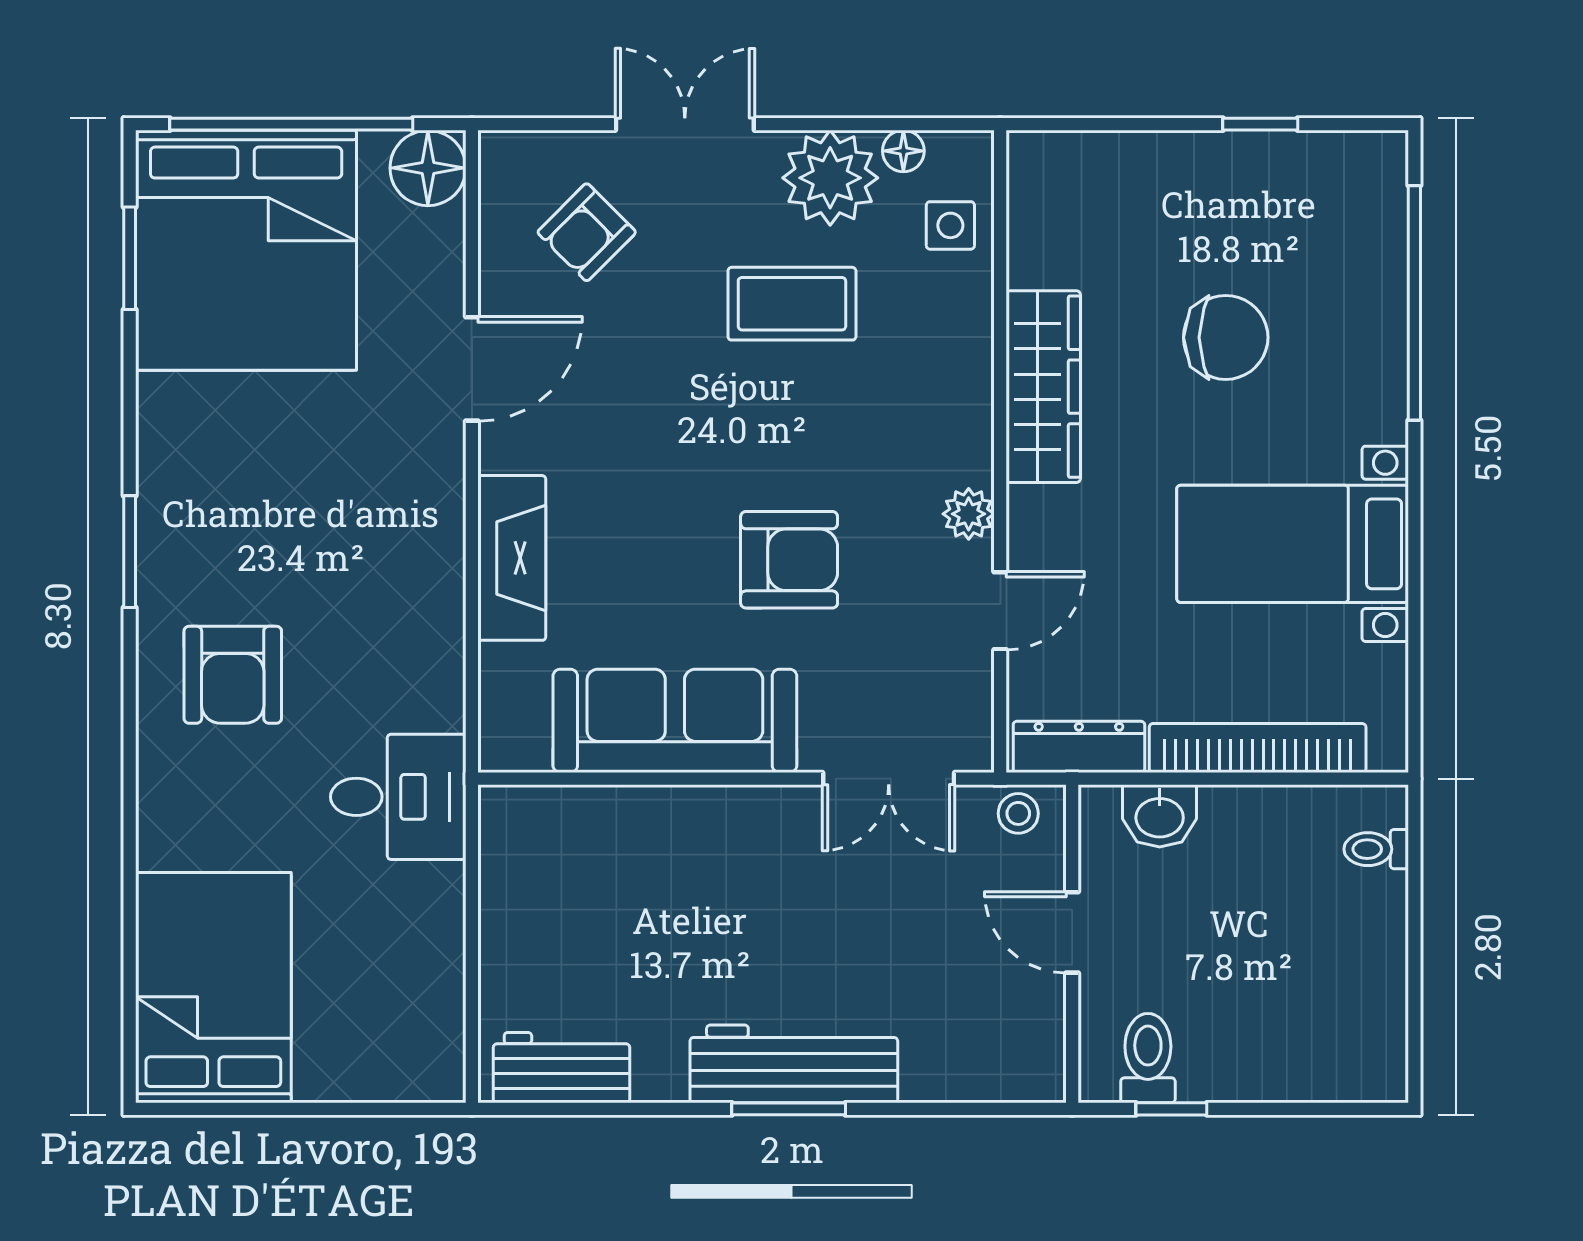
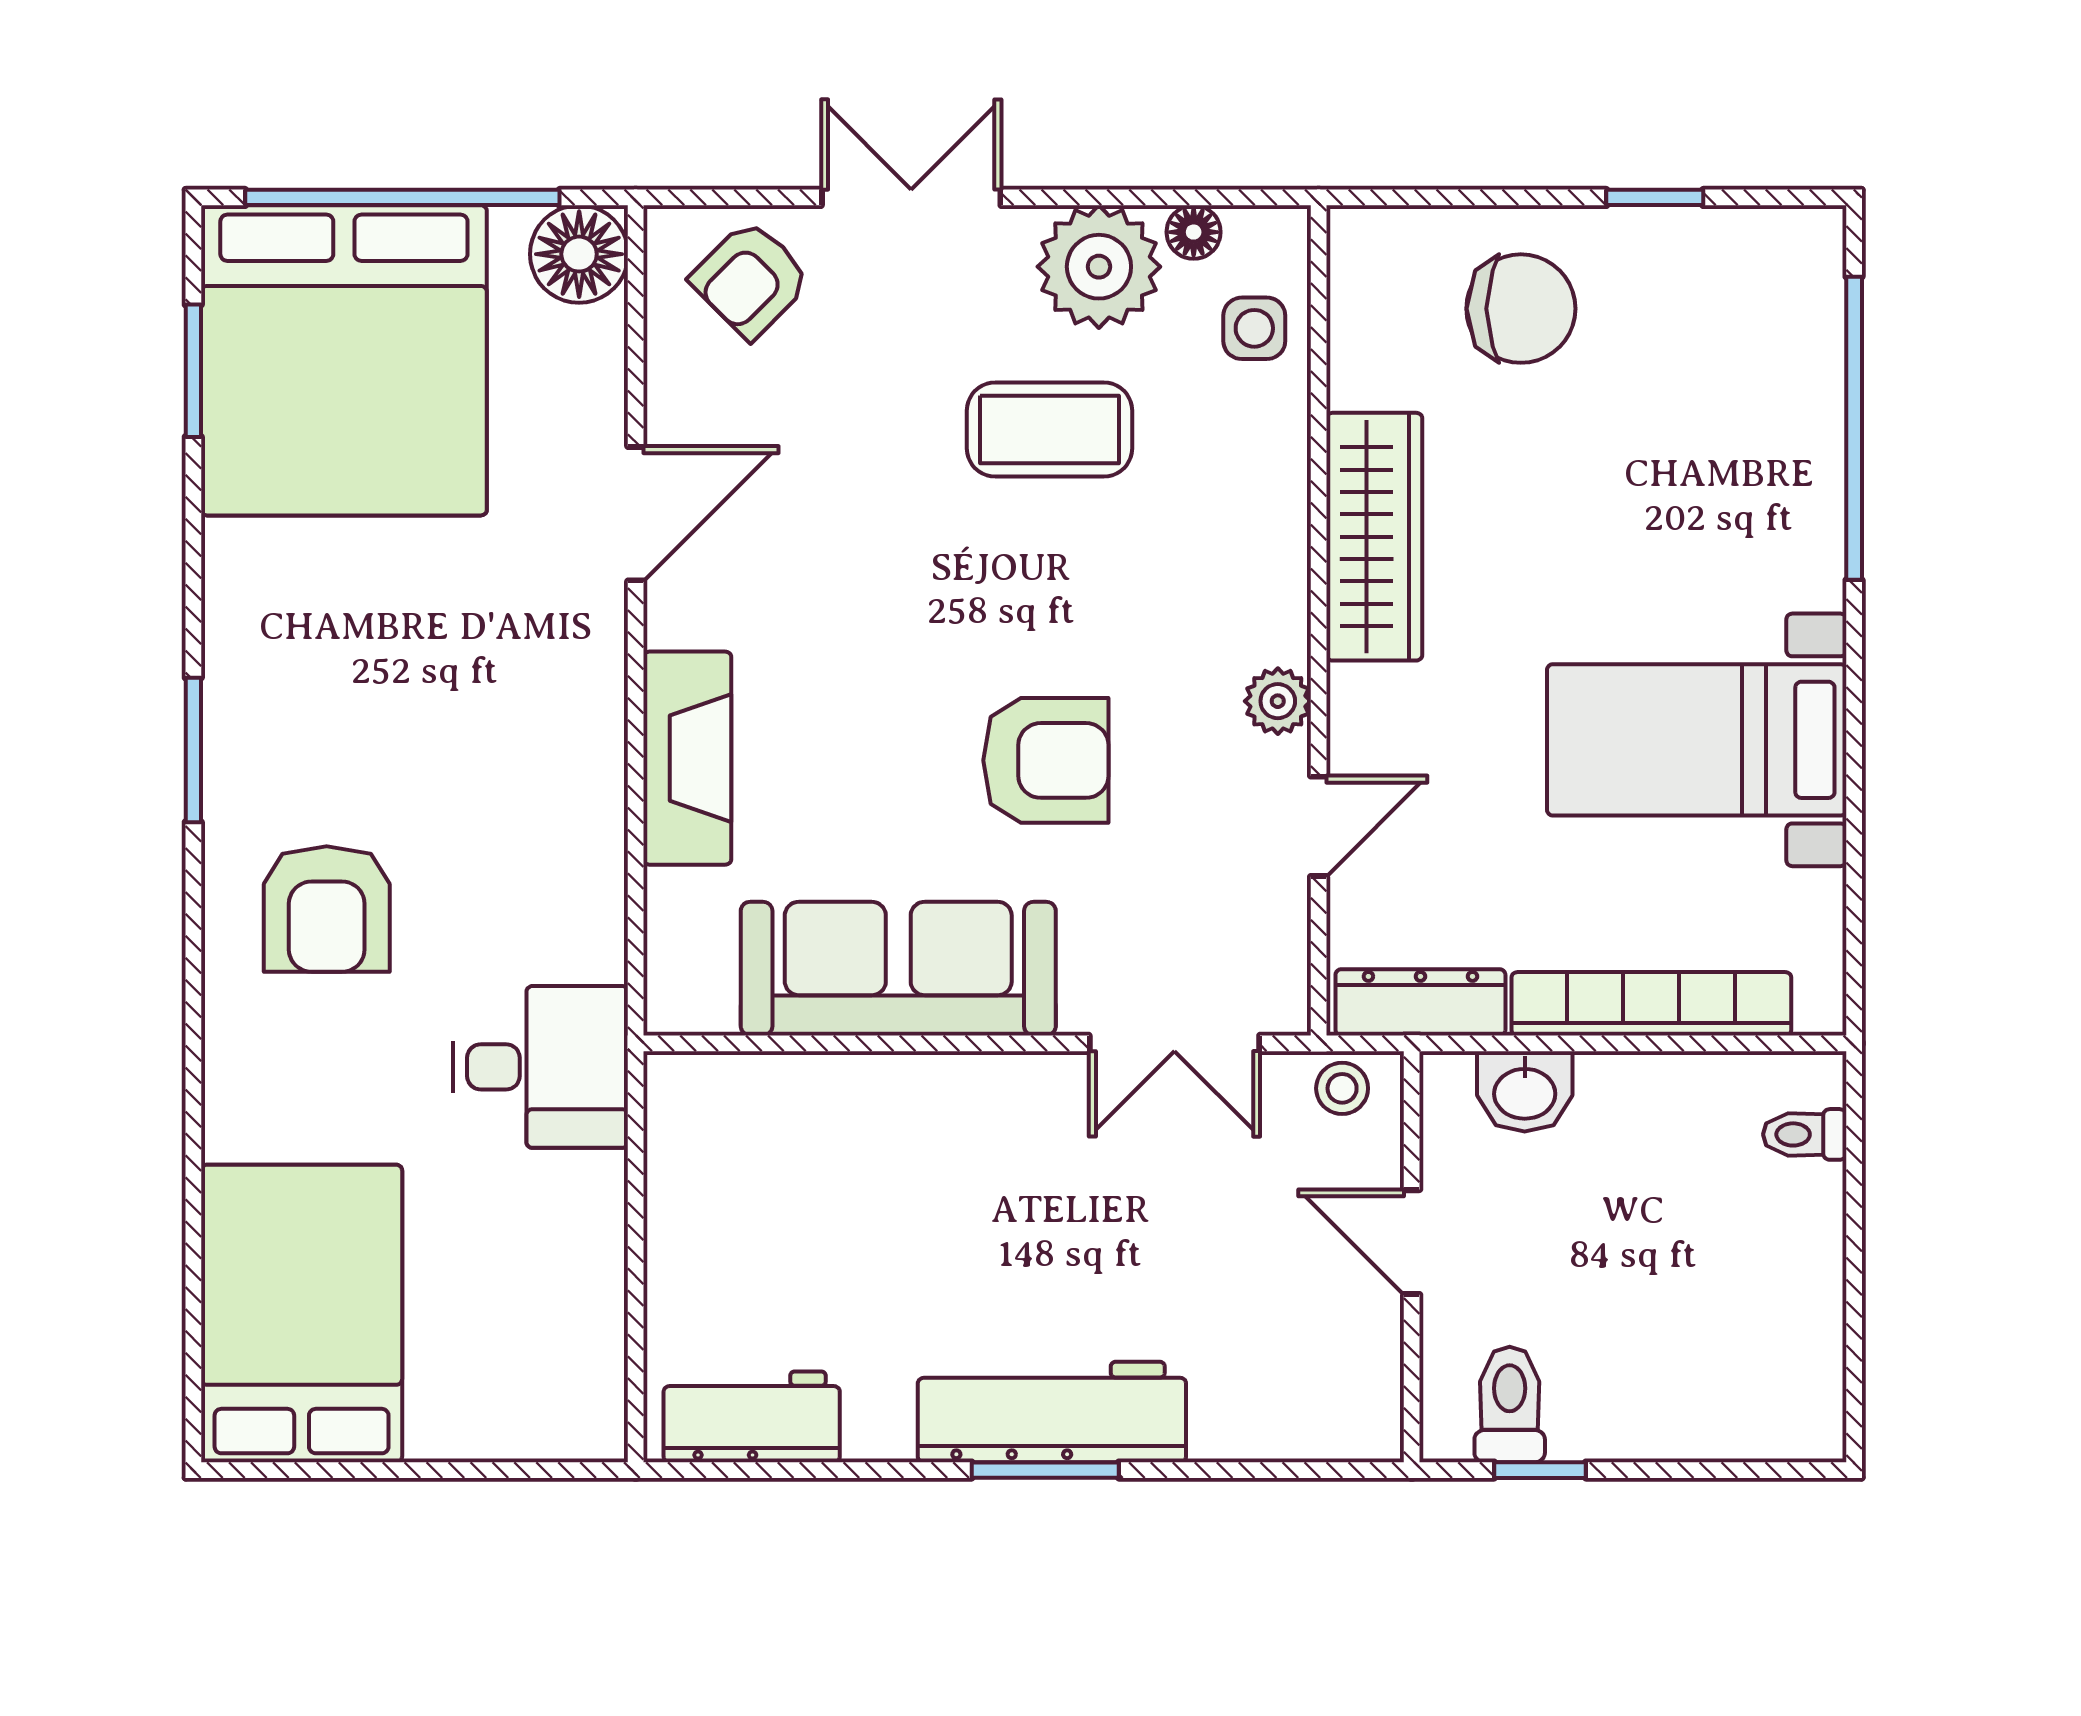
armchair: (587, 232) -> (751, 279), moved
chair: (1226, 337) -> (1521, 309), moved

